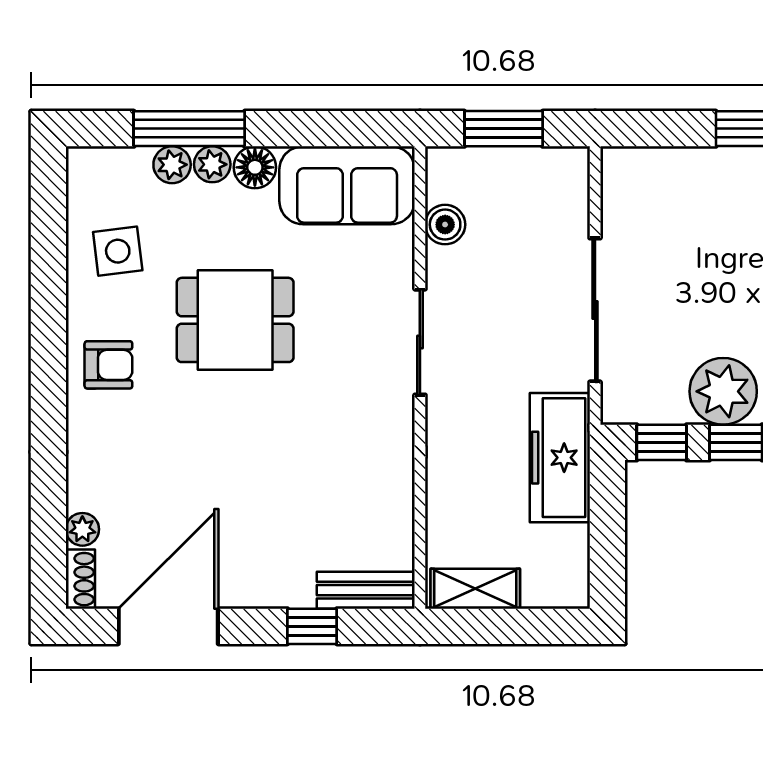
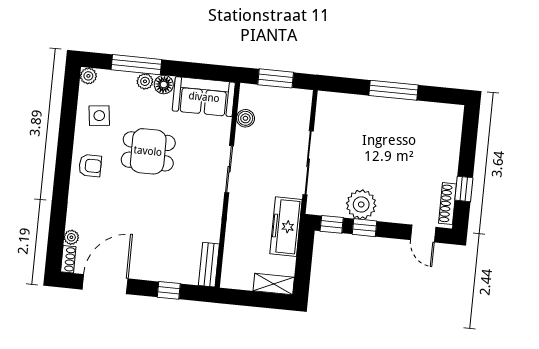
plant: (172, 165) -> (88, 76), moved
shelving: (475, 589) -> (274, 284), moved
bench: (366, 590) -> (209, 265), moved, turned 90

